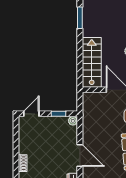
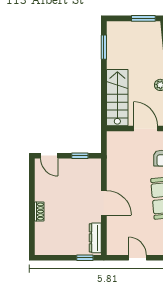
door: (31, 114) -> (49, 156), swing flipped
plant: (73, 121) -> (96, 164), removed

